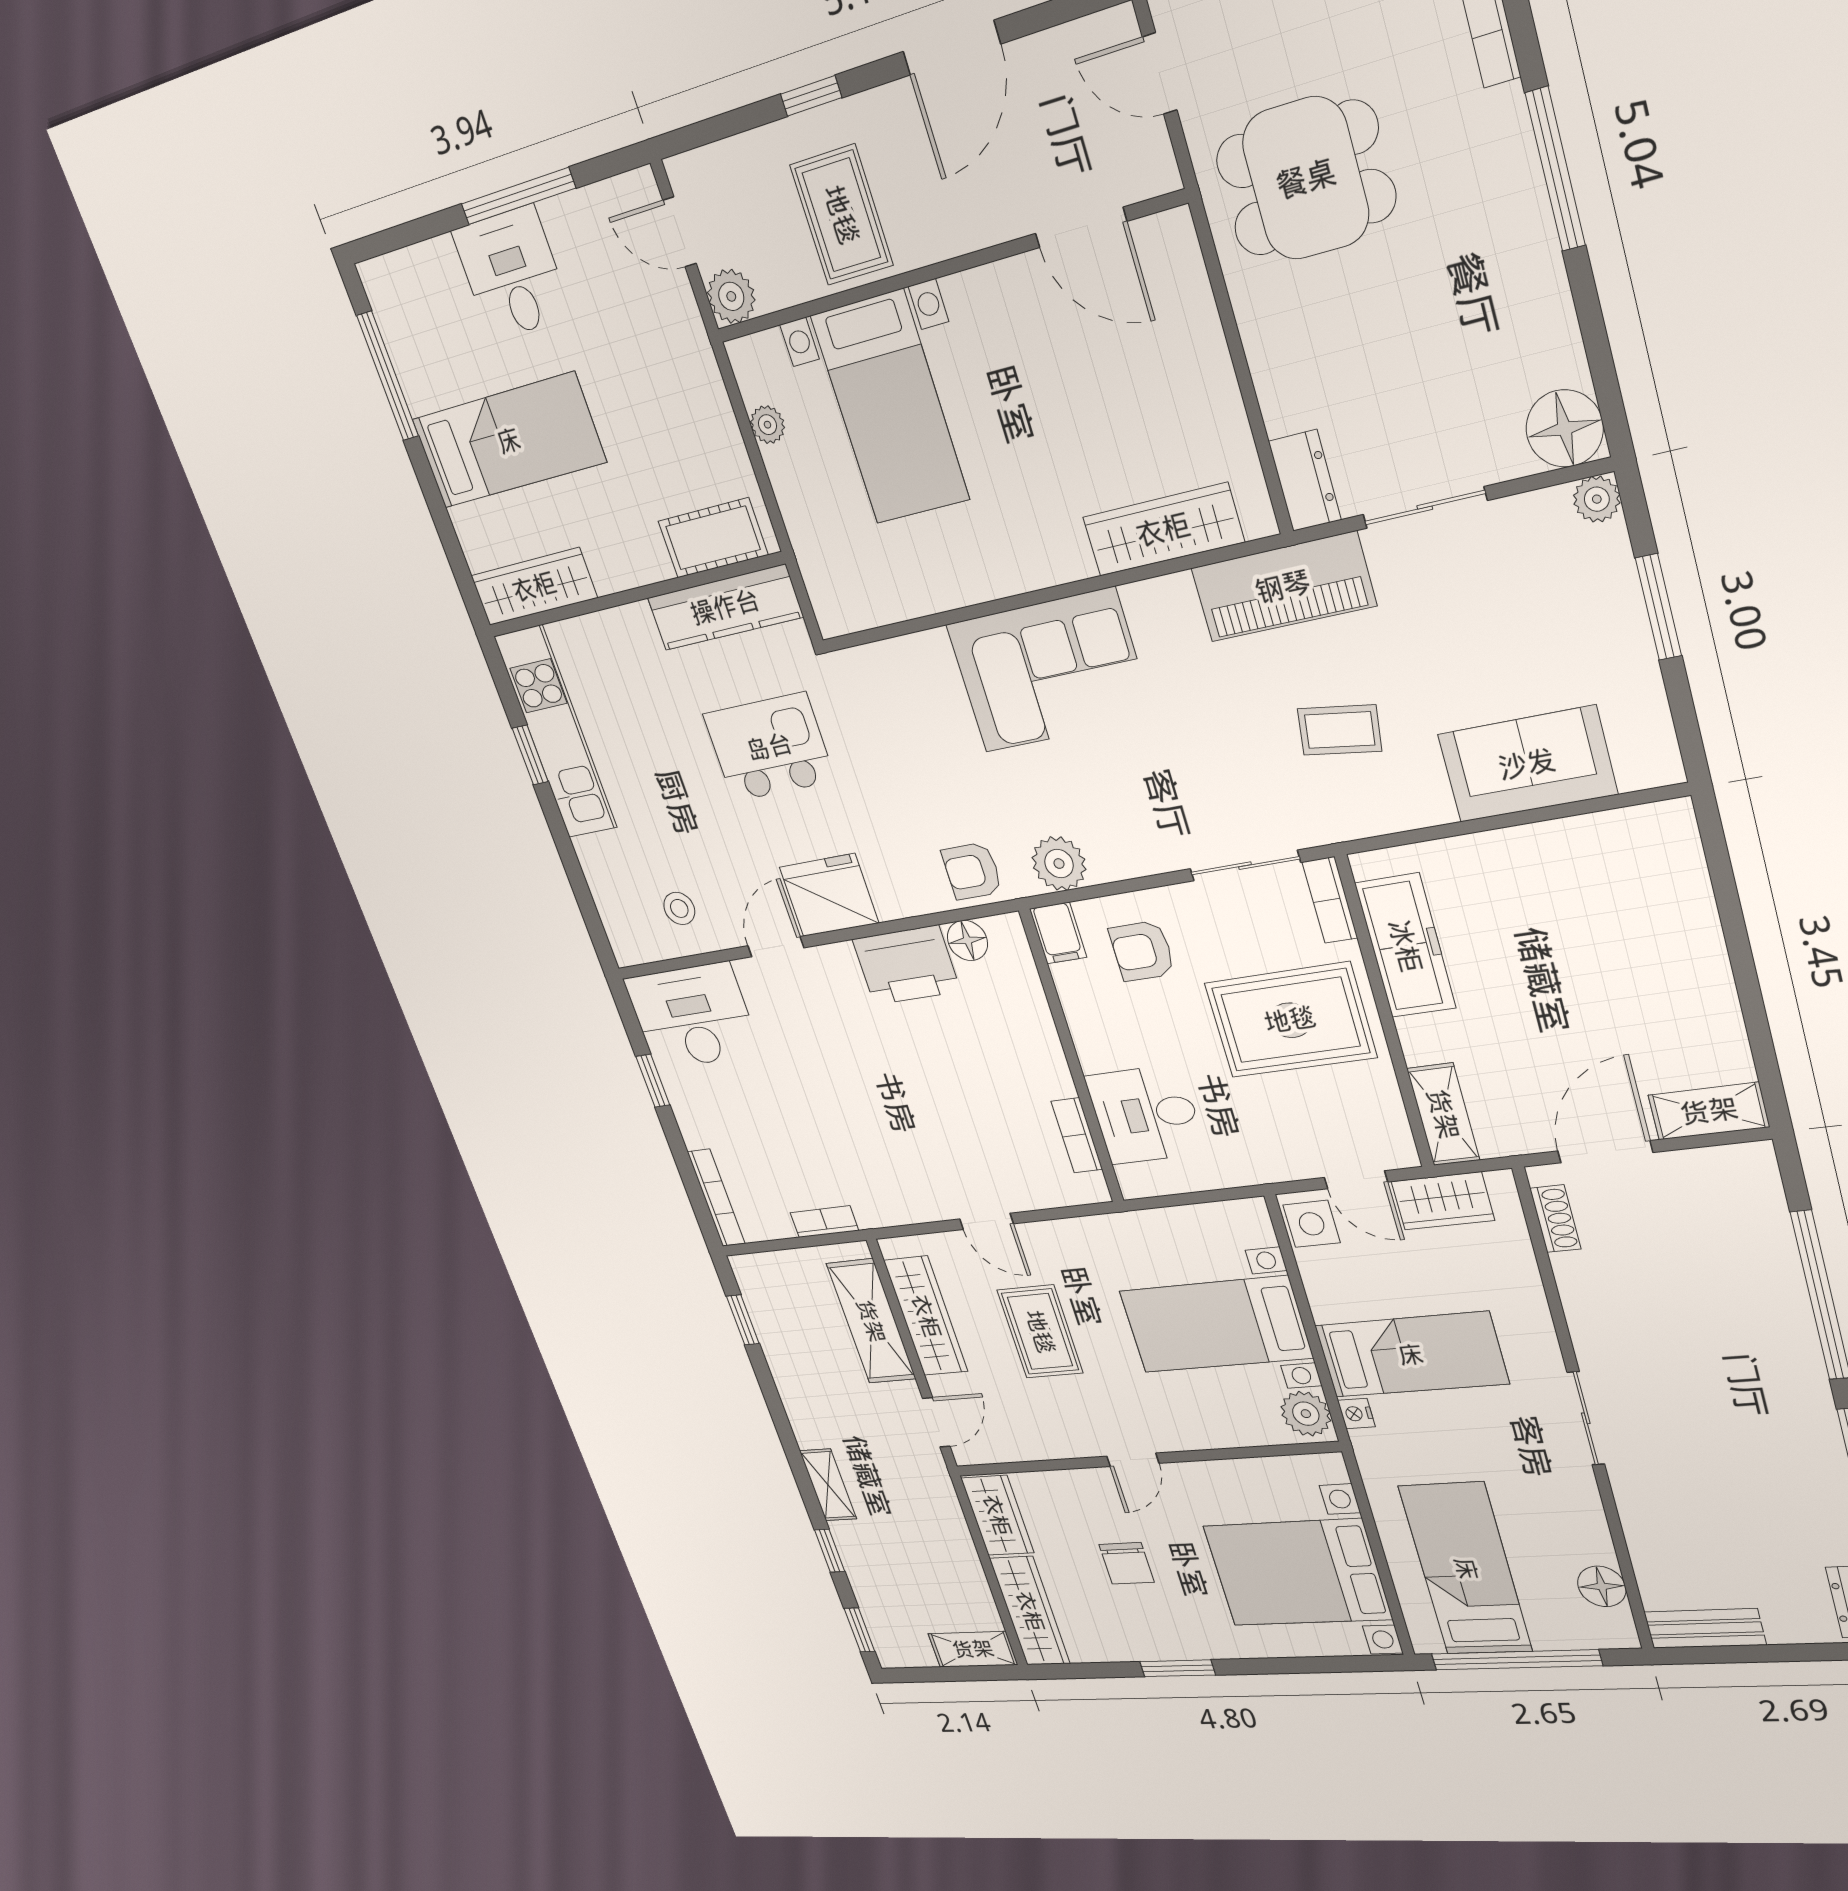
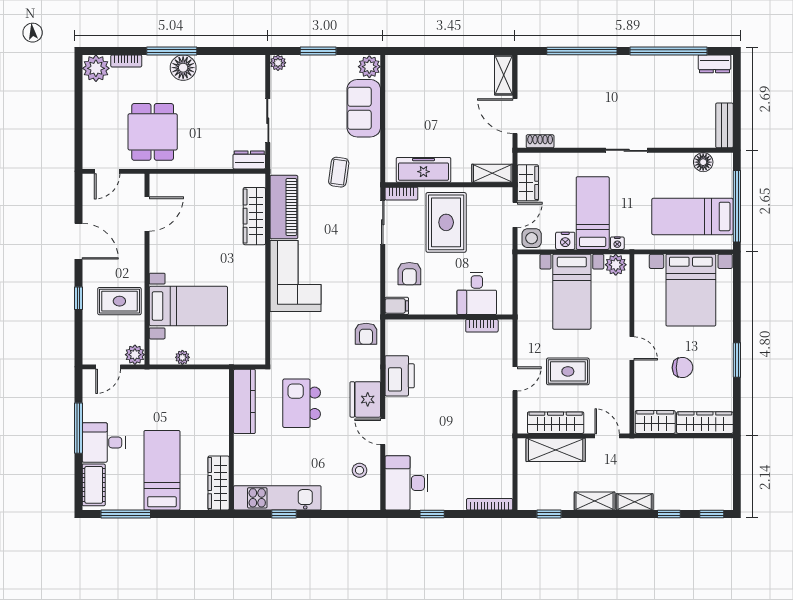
floor lamp: (1565, 428) -> (183, 68), moved
cot: (713, 538) -> (94, 485), moved
piano: (1283, 587) -> (284, 207), moved
plant: (1059, 864) -> (369, 67), moved
floor lamp: (967, 940) -> (394, 345), removed
bookcase: (824, 1222) -> (507, 455), removed
nightstand: (1328, 1300) -> (565, 241), added
shelving: (973, 1649) -> (595, 501), moved, turned 90

